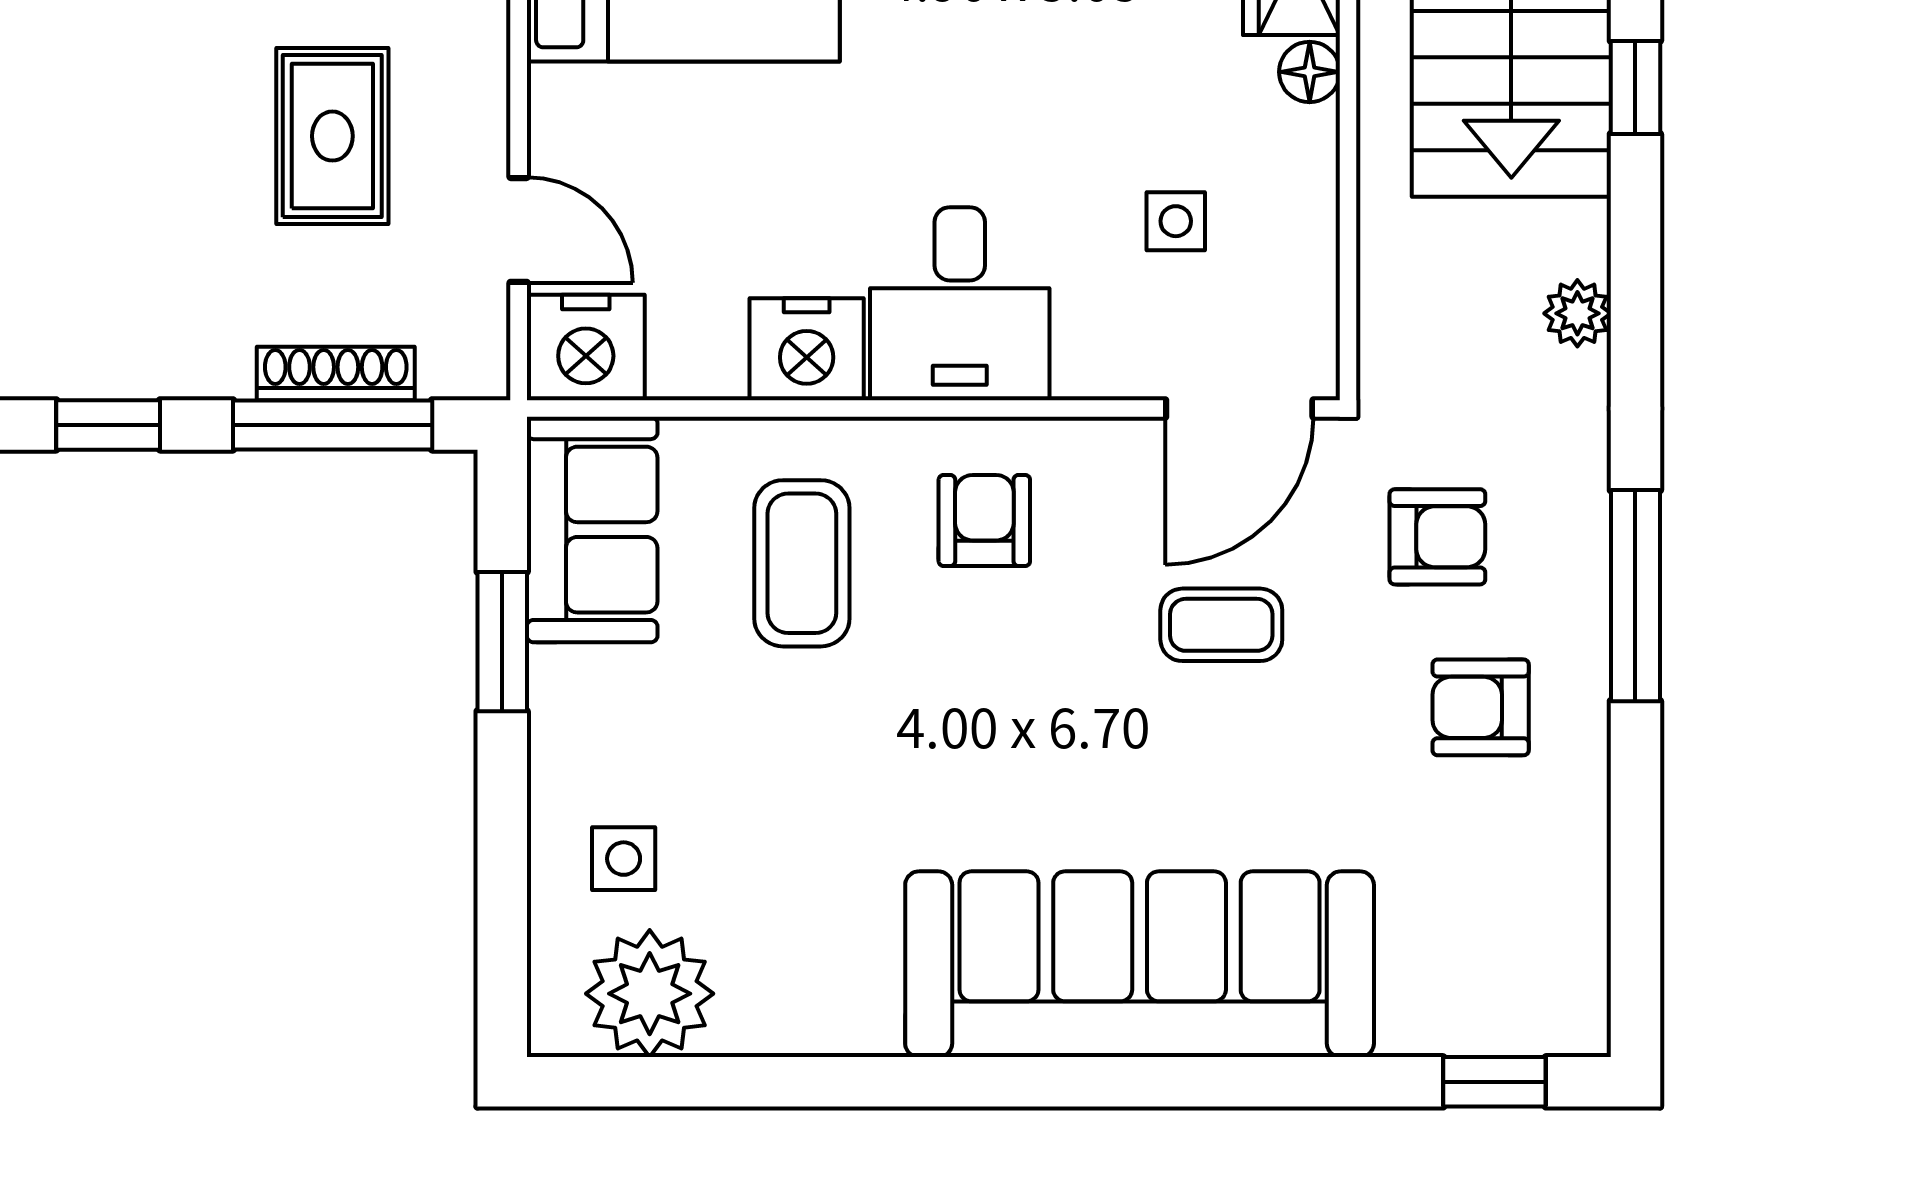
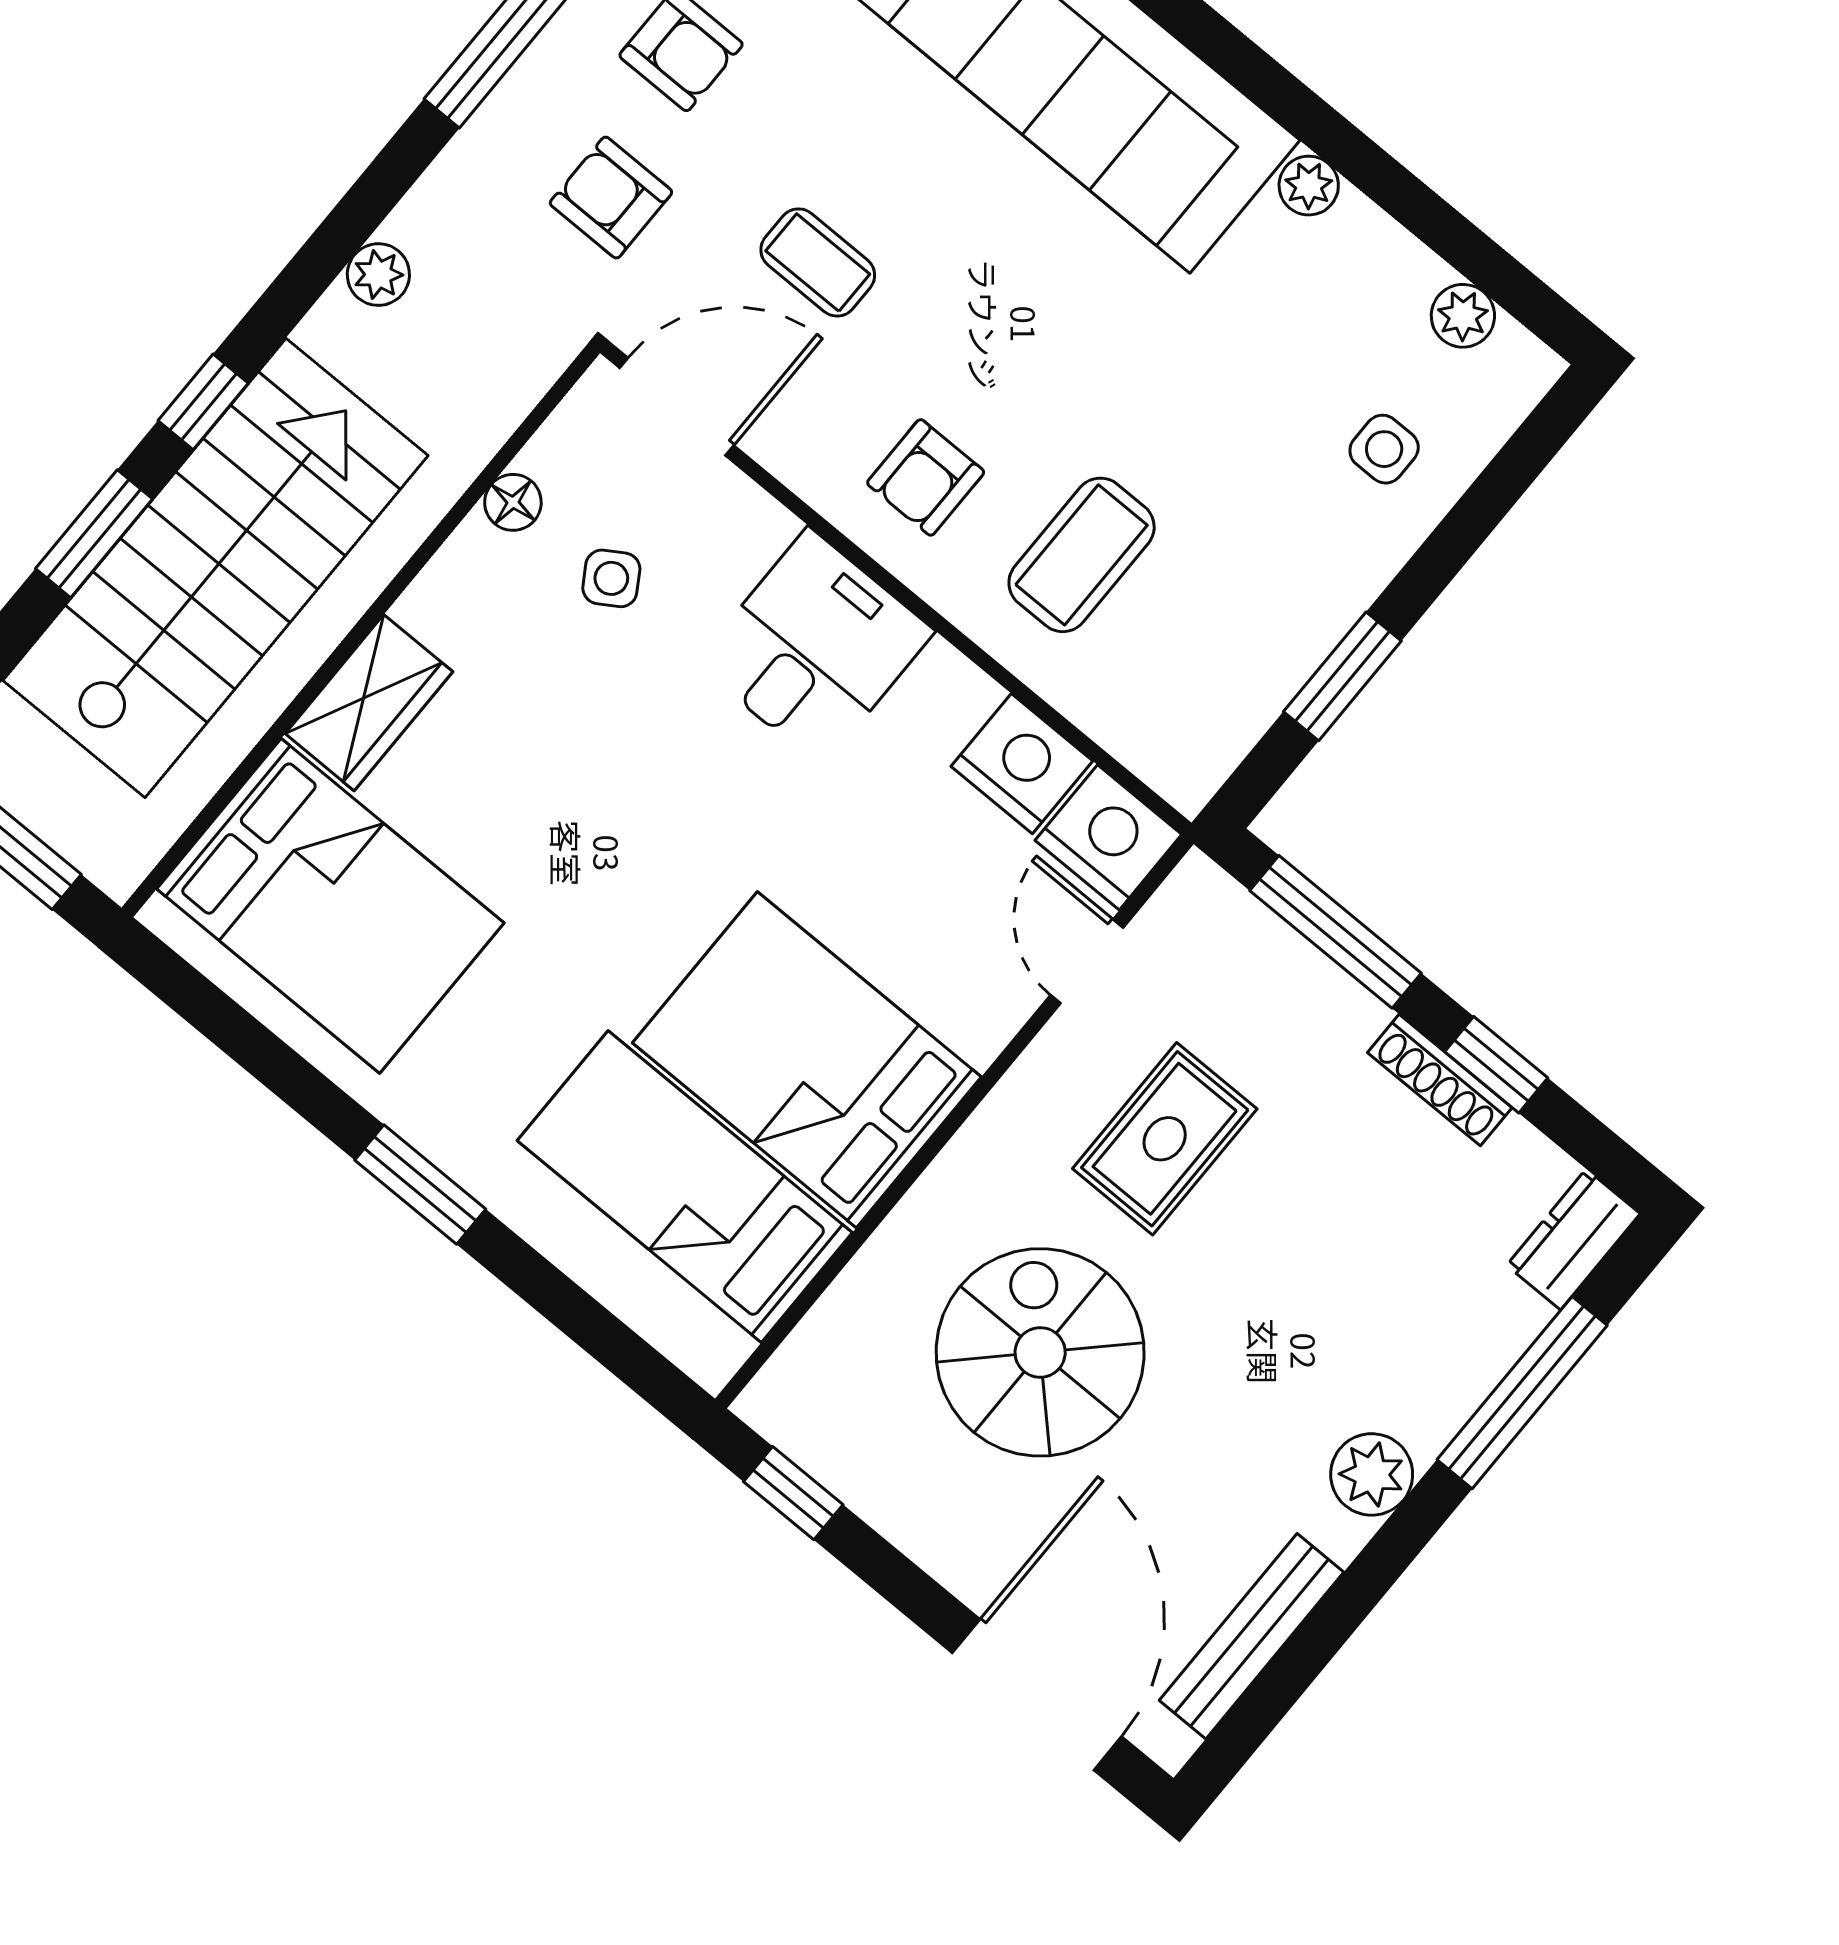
floor lamp: (1310, 72) -> (513, 502), moved
side table: (1176, 221) -> (611, 578), turned -32
nightstand: (807, 349) -> (1022, 764), moved
shoe rack: (336, 373) -> (1440, 1080), moved
sofa: (592, 530) -> (1212, 703), removed
plant: (650, 994) -> (1463, 316), width x0.53, depth x0.53
plant: (867, 1025) -> (1309, 186), added

